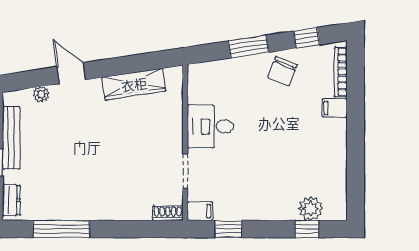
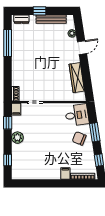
chair: (282, 71) -> (79, 138), moved
desk: (211, 126) -> (77, 115), moved, turned 81
plant: (311, 209) -> (17, 138), moved

